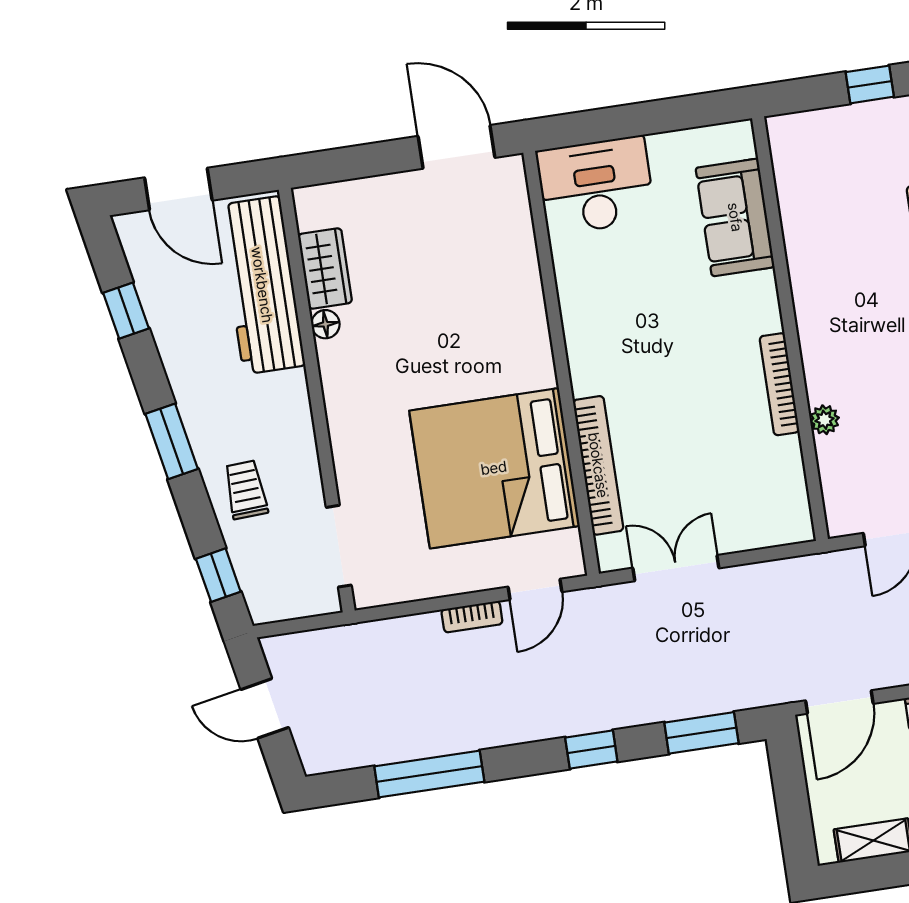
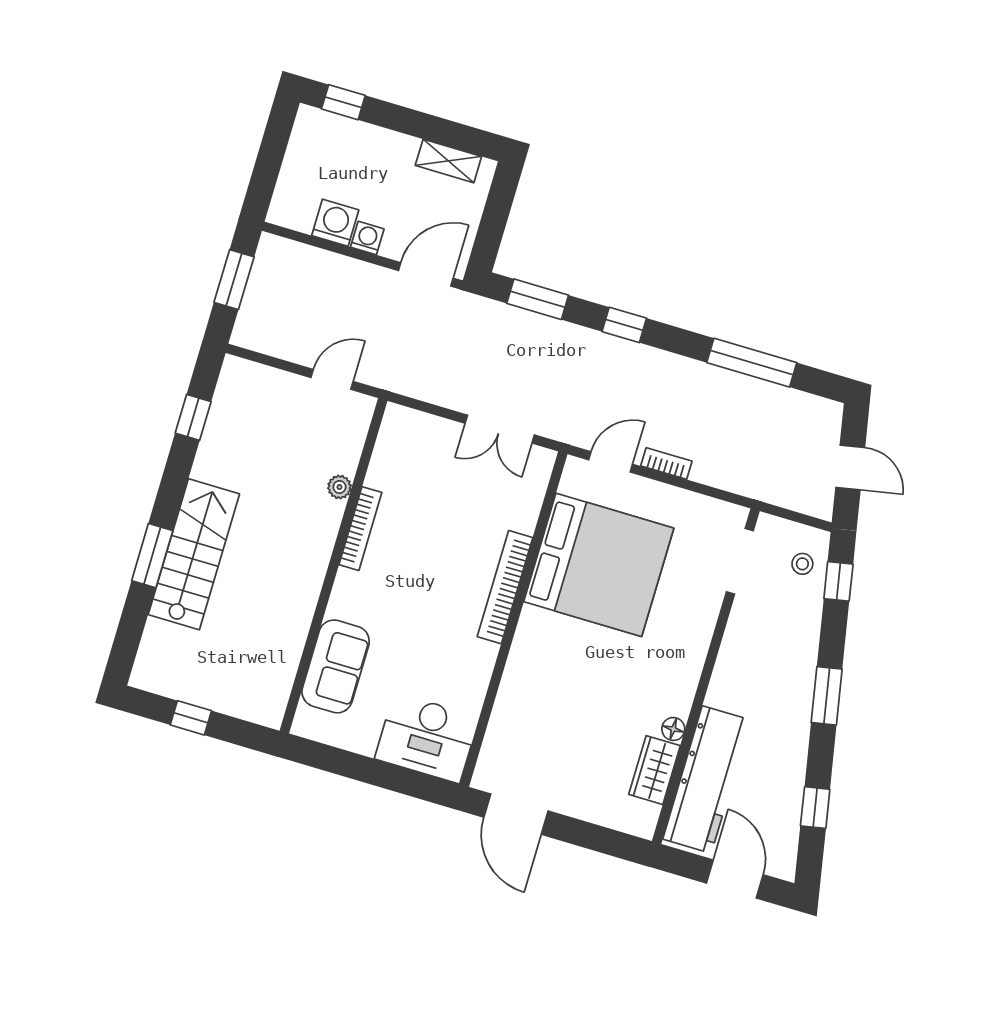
bookcase: (598, 465) -> (505, 587), moved
trolley: (246, 490) -> (789, 635), removed
stool: (268, 576) -> (802, 564), added

